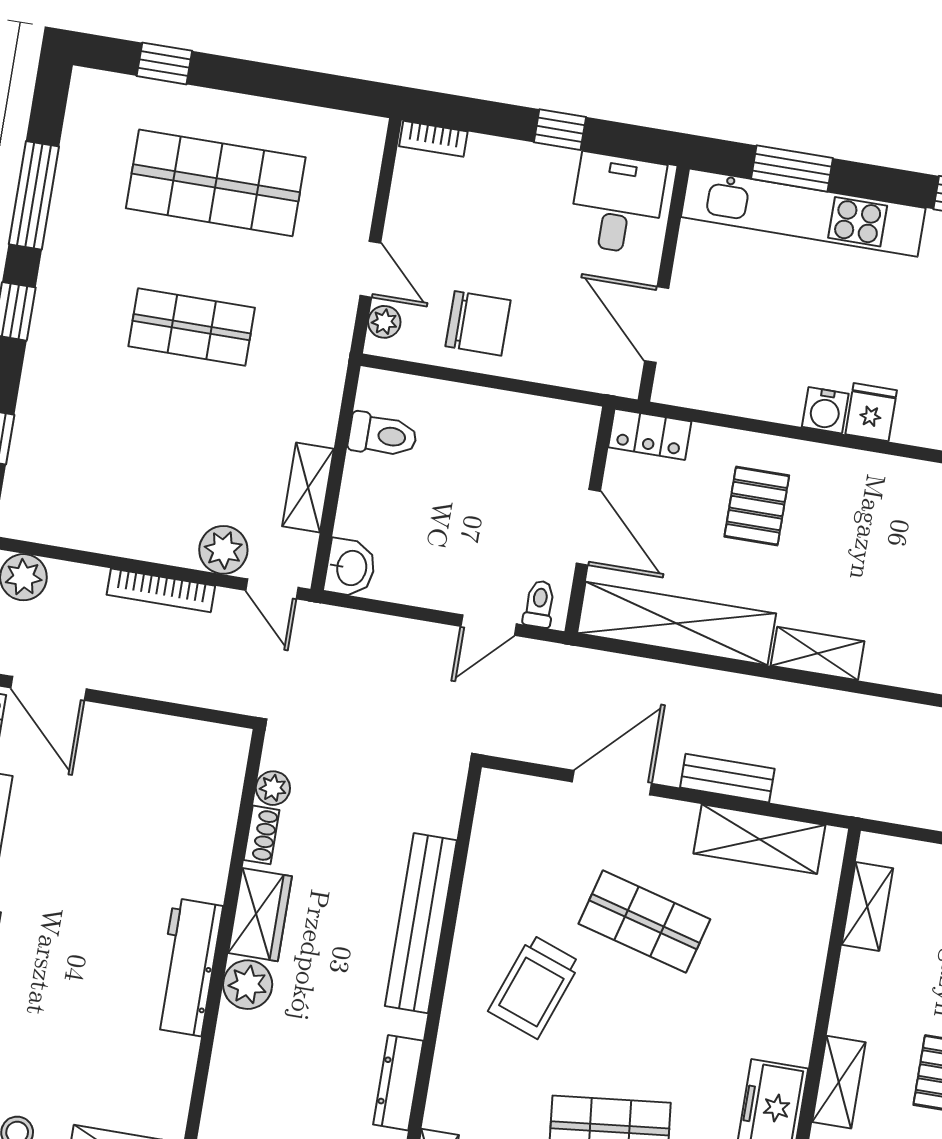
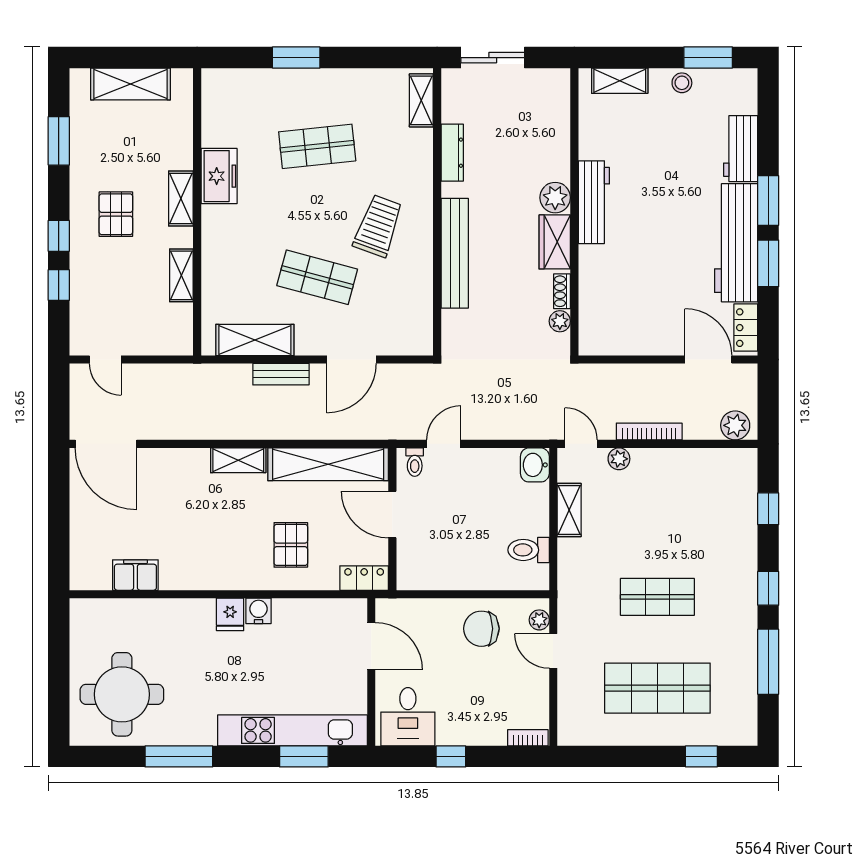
plant: (223, 550) -> (619, 459), width x0.73, depth x0.73
shelving: (867, 906) -> (181, 275), moved

